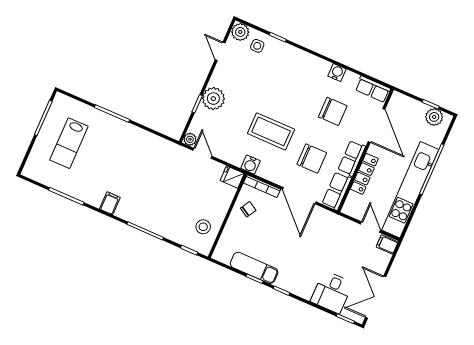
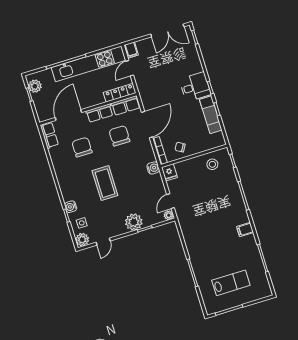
water cooler: (337, 73) -> (71, 207), moved
coffee table: (271, 131) -> (105, 183), moved
locker: (364, 174) -> (120, 93), moved
desk: (332, 292) -> (195, 87), moved

